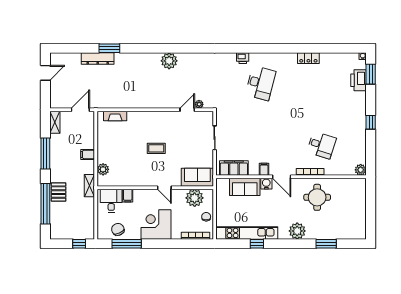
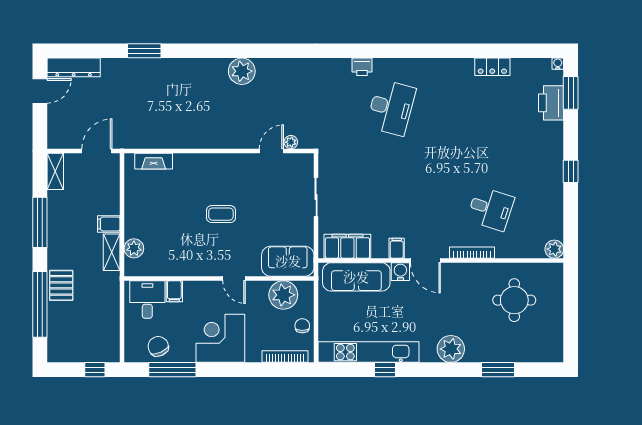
locker: (308, 58) -> (492, 67), moved
dresser: (98, 59) -> (74, 67), moved
shelving: (89, 186) -> (112, 252), moved
sofa: (245, 187) -> (356, 277), width x1.36
round table: (317, 197) -> (514, 300), moved

